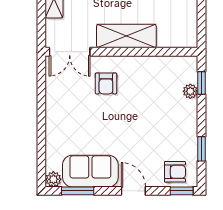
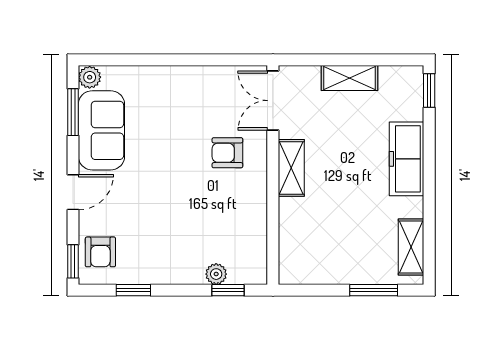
shelving: (126, 36) -> (291, 168), width x0.67, depth x0.75

